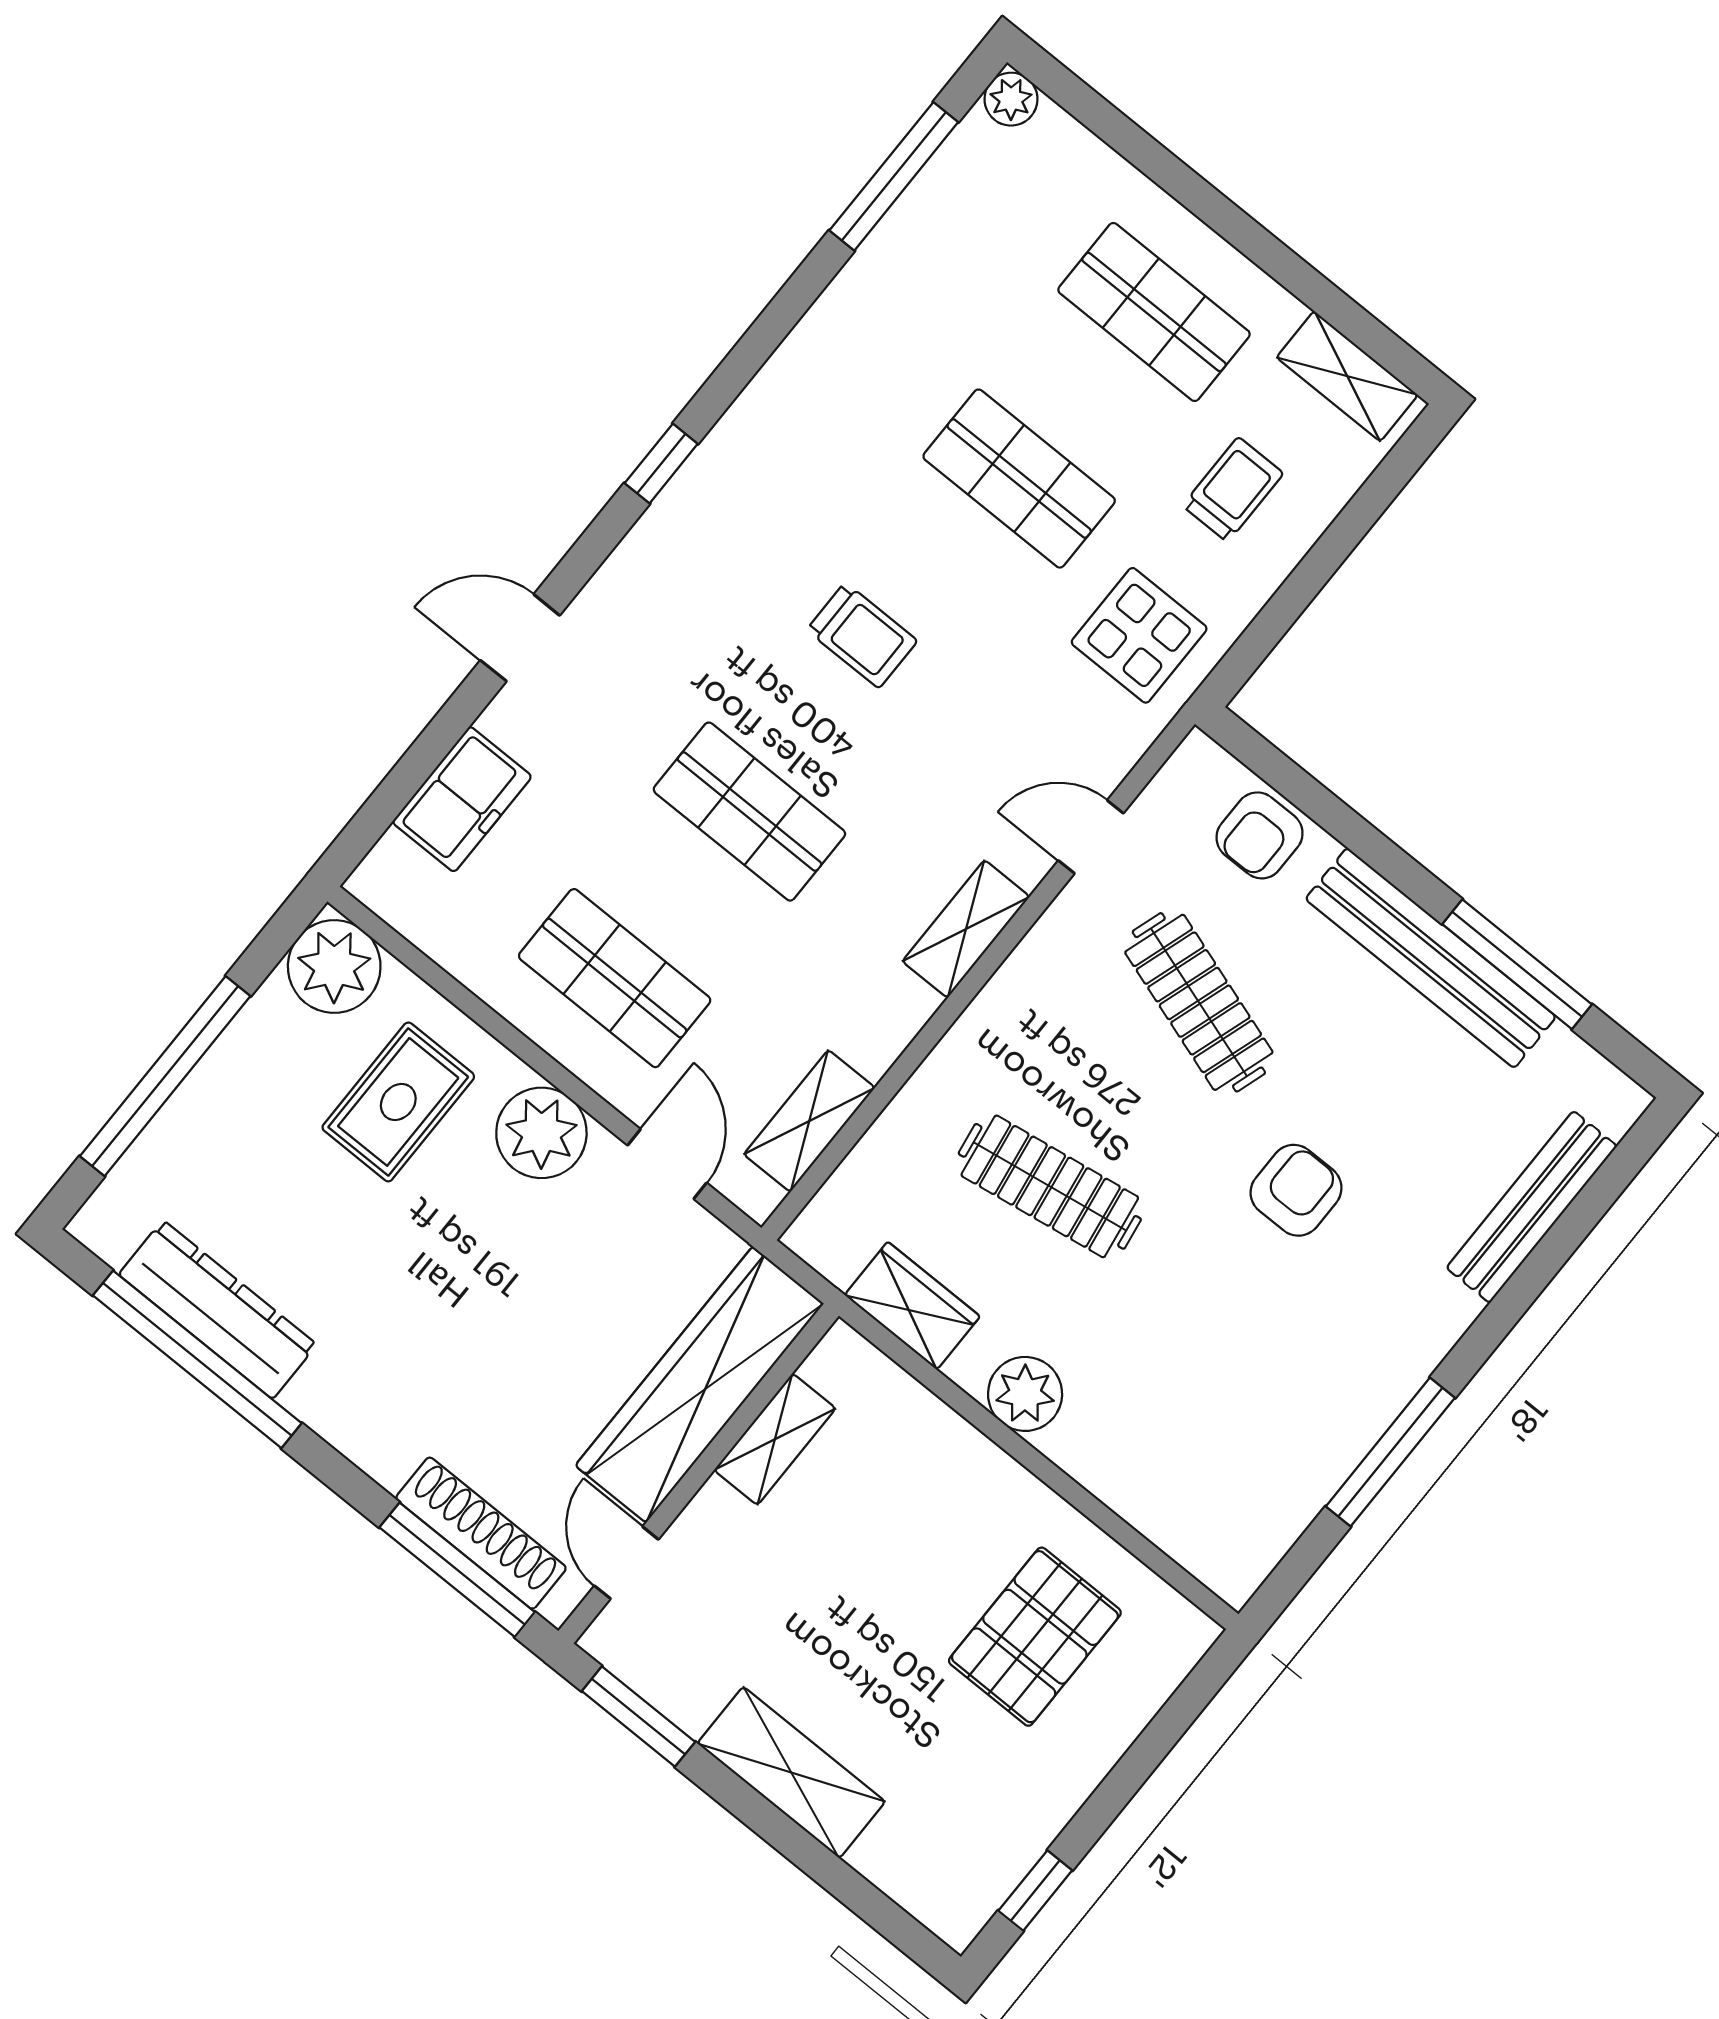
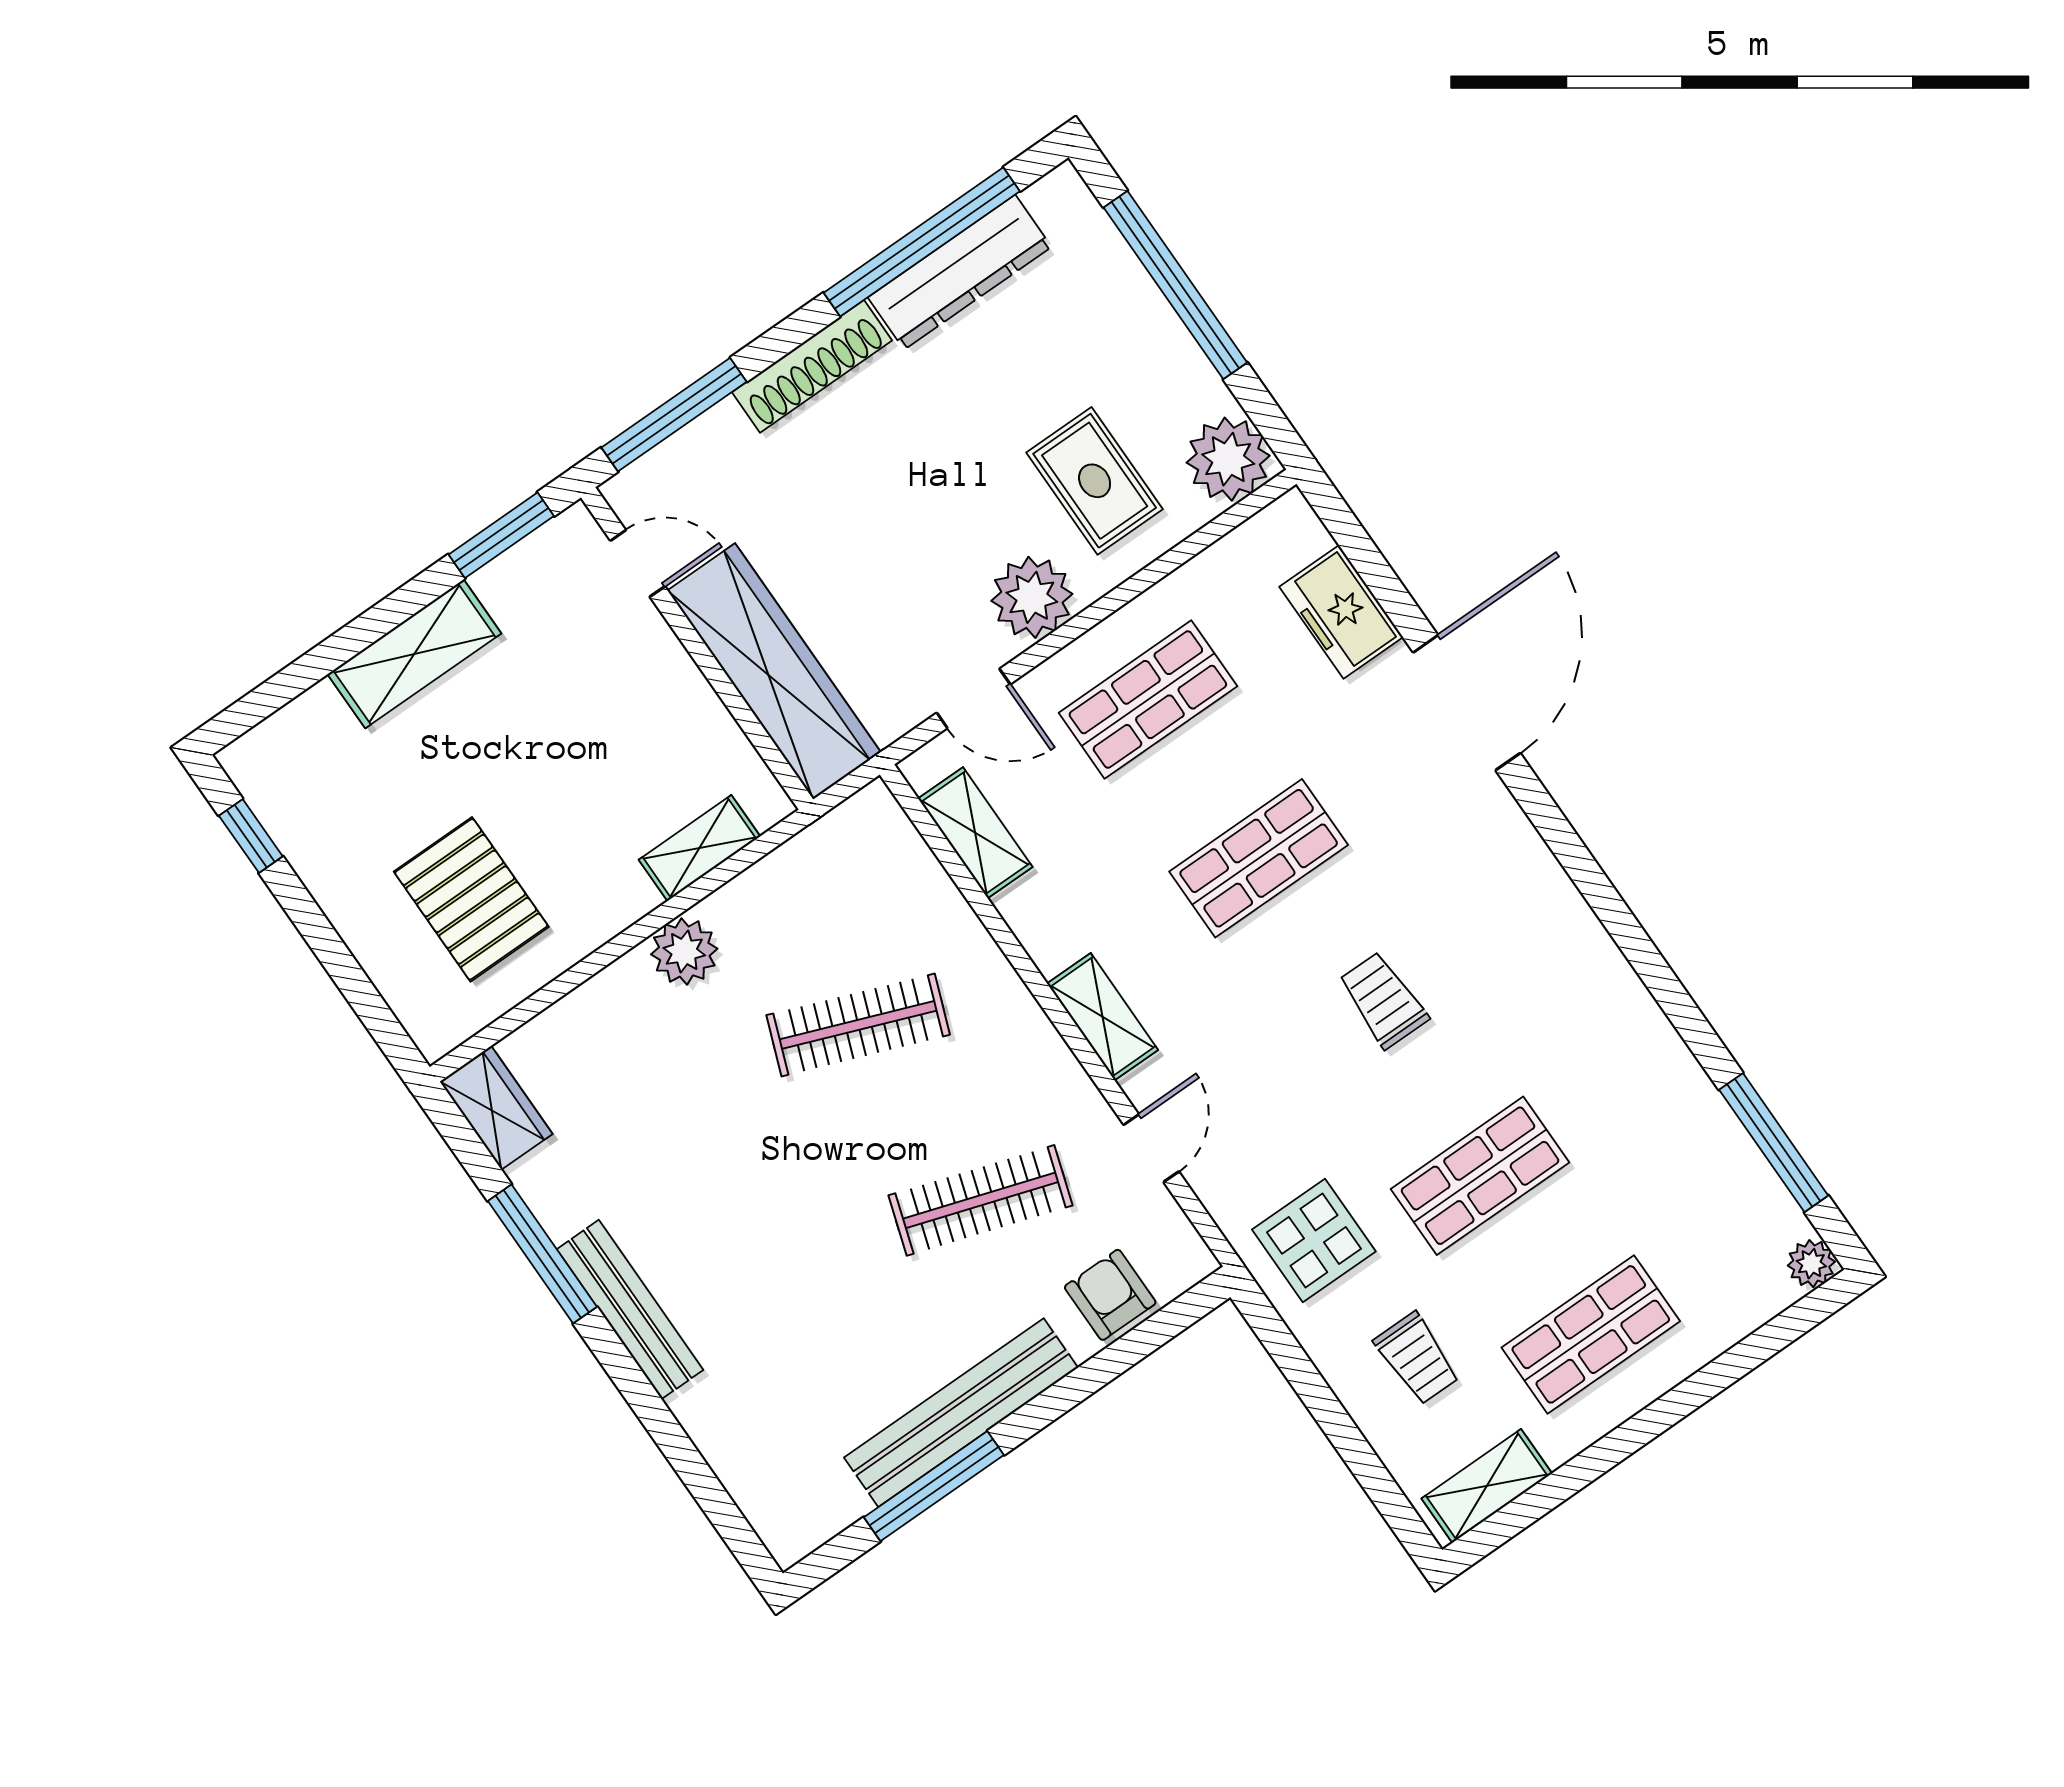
window: (661, 464) -> (1583, 869), removed
trolley: (862, 635) -> (1383, 1000), turned 90
door: (520, 638) -> (1467, 703), width x1.88
clothes rail: (1050, 1186) -> (858, 1025), turned 30
armchair: (1296, 1190) -> (793, 1238), removed
bench: (1532, 1207) -> (630, 1310), moved
wardrobe: (912, 1306) -> (496, 1108), moved, turned -90
shelving: (775, 1439) -> (699, 848), moved, turned 90
shoe rack: (481, 1533) -> (812, 366), moved

